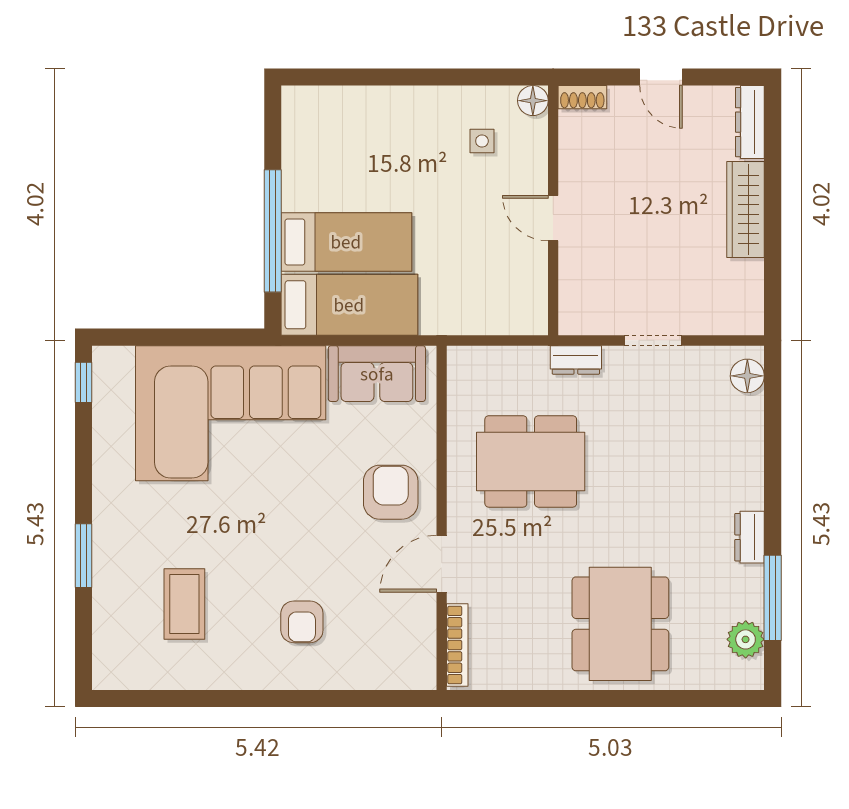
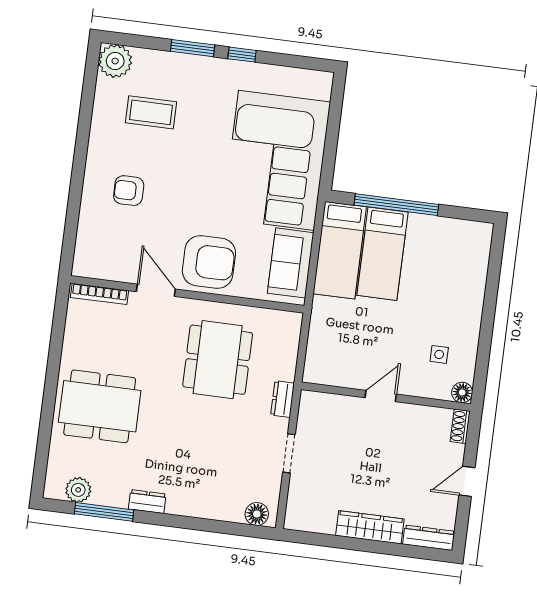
window: (84, 382) -> (242, 55), moved
armchair: (391, 492) -> (209, 262), width x1.36, depth x1.36
plant: (117, 666) -> (115, 61), added

